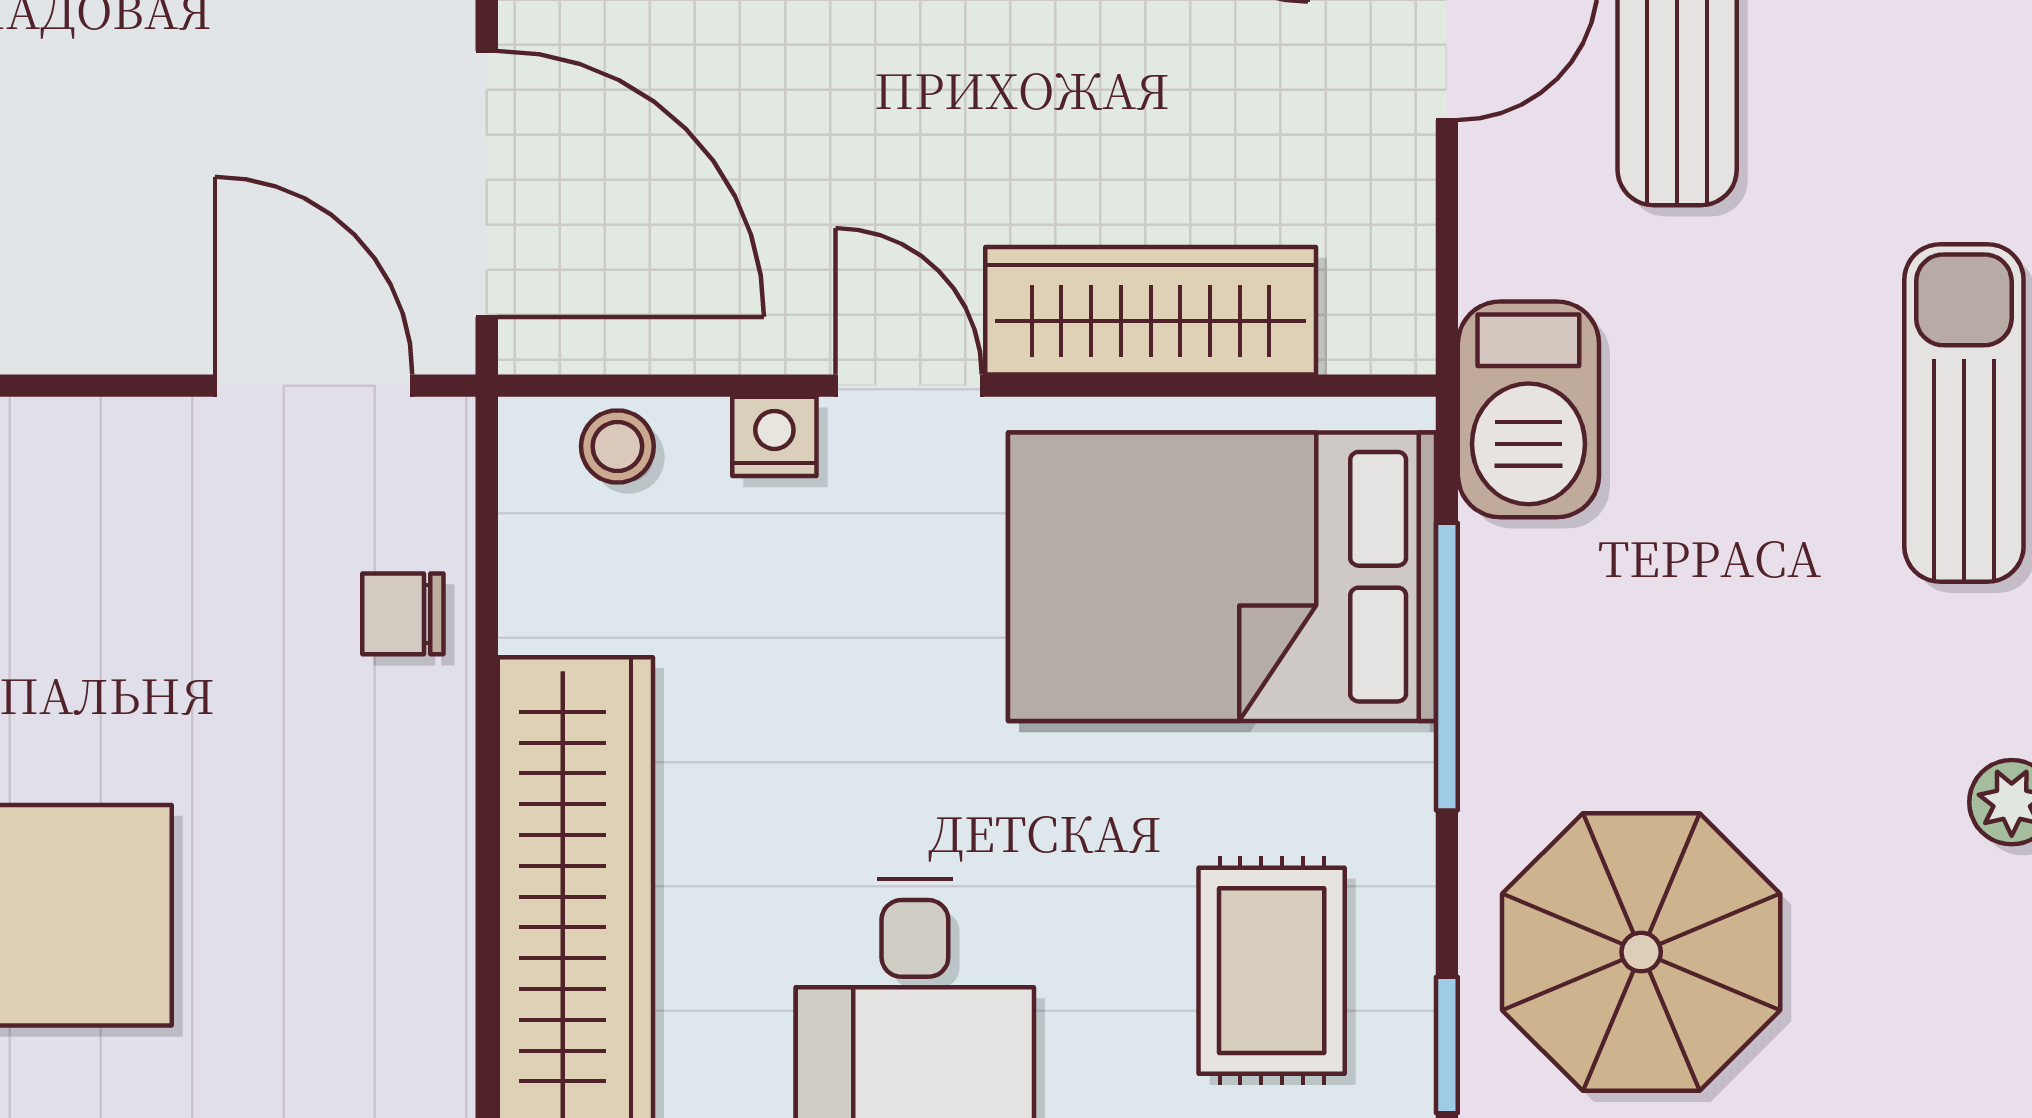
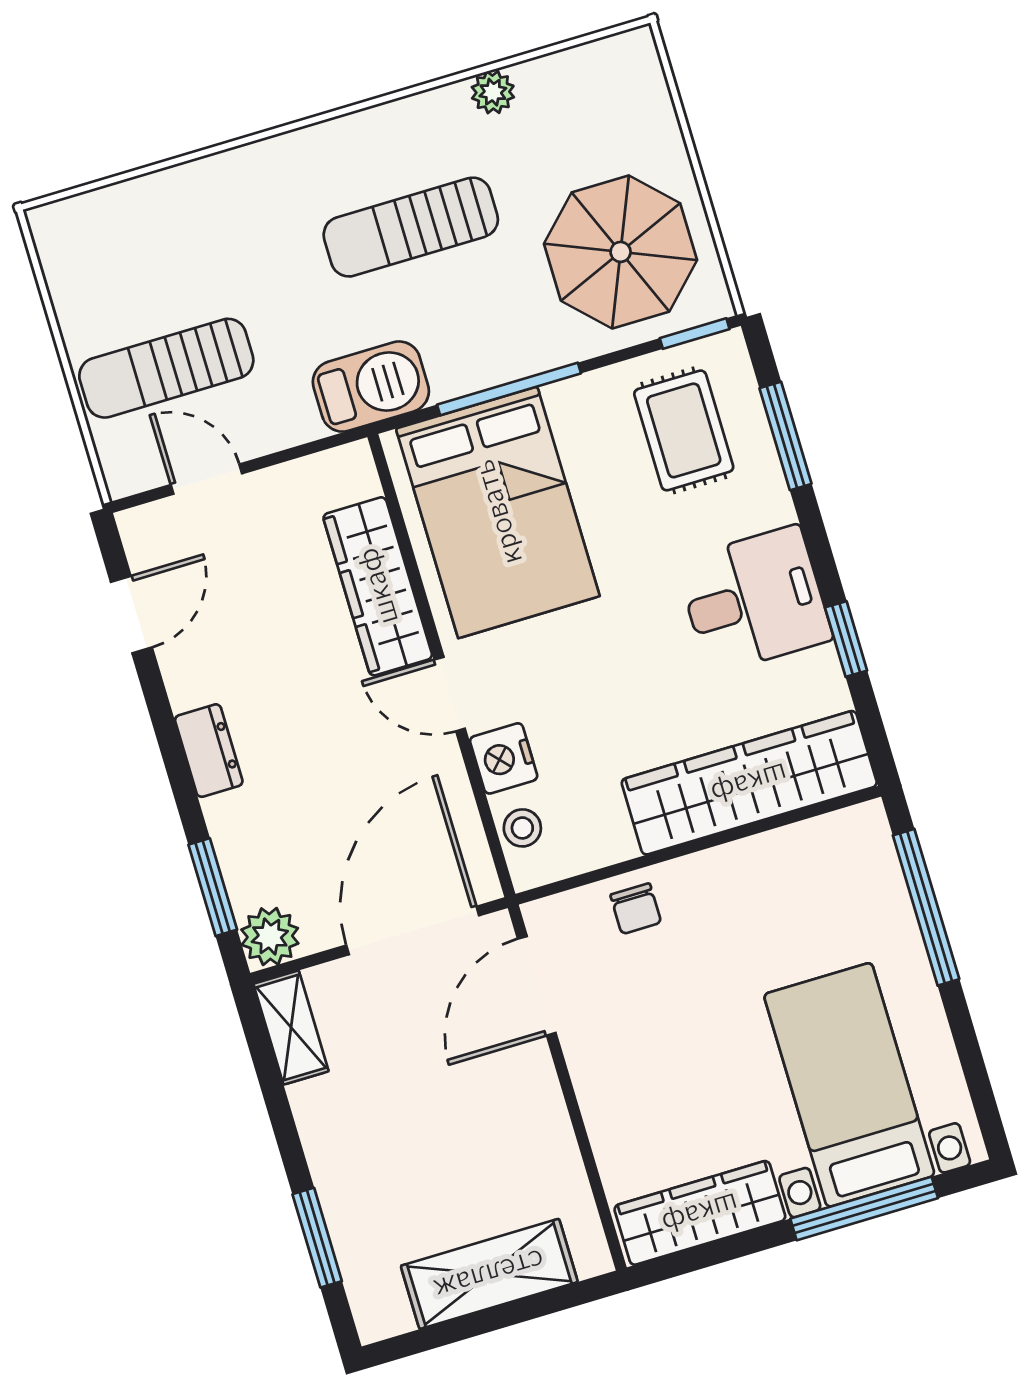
door: (909, 386) -> (450, 694), hinge flipped
sun lounger: (1964, 413) -> (411, 227), moved
nightstand: (774, 436) -> (504, 758), width x1.39, depth x1.35
rug: (1272, 971) -> (684, 430), turned 90

